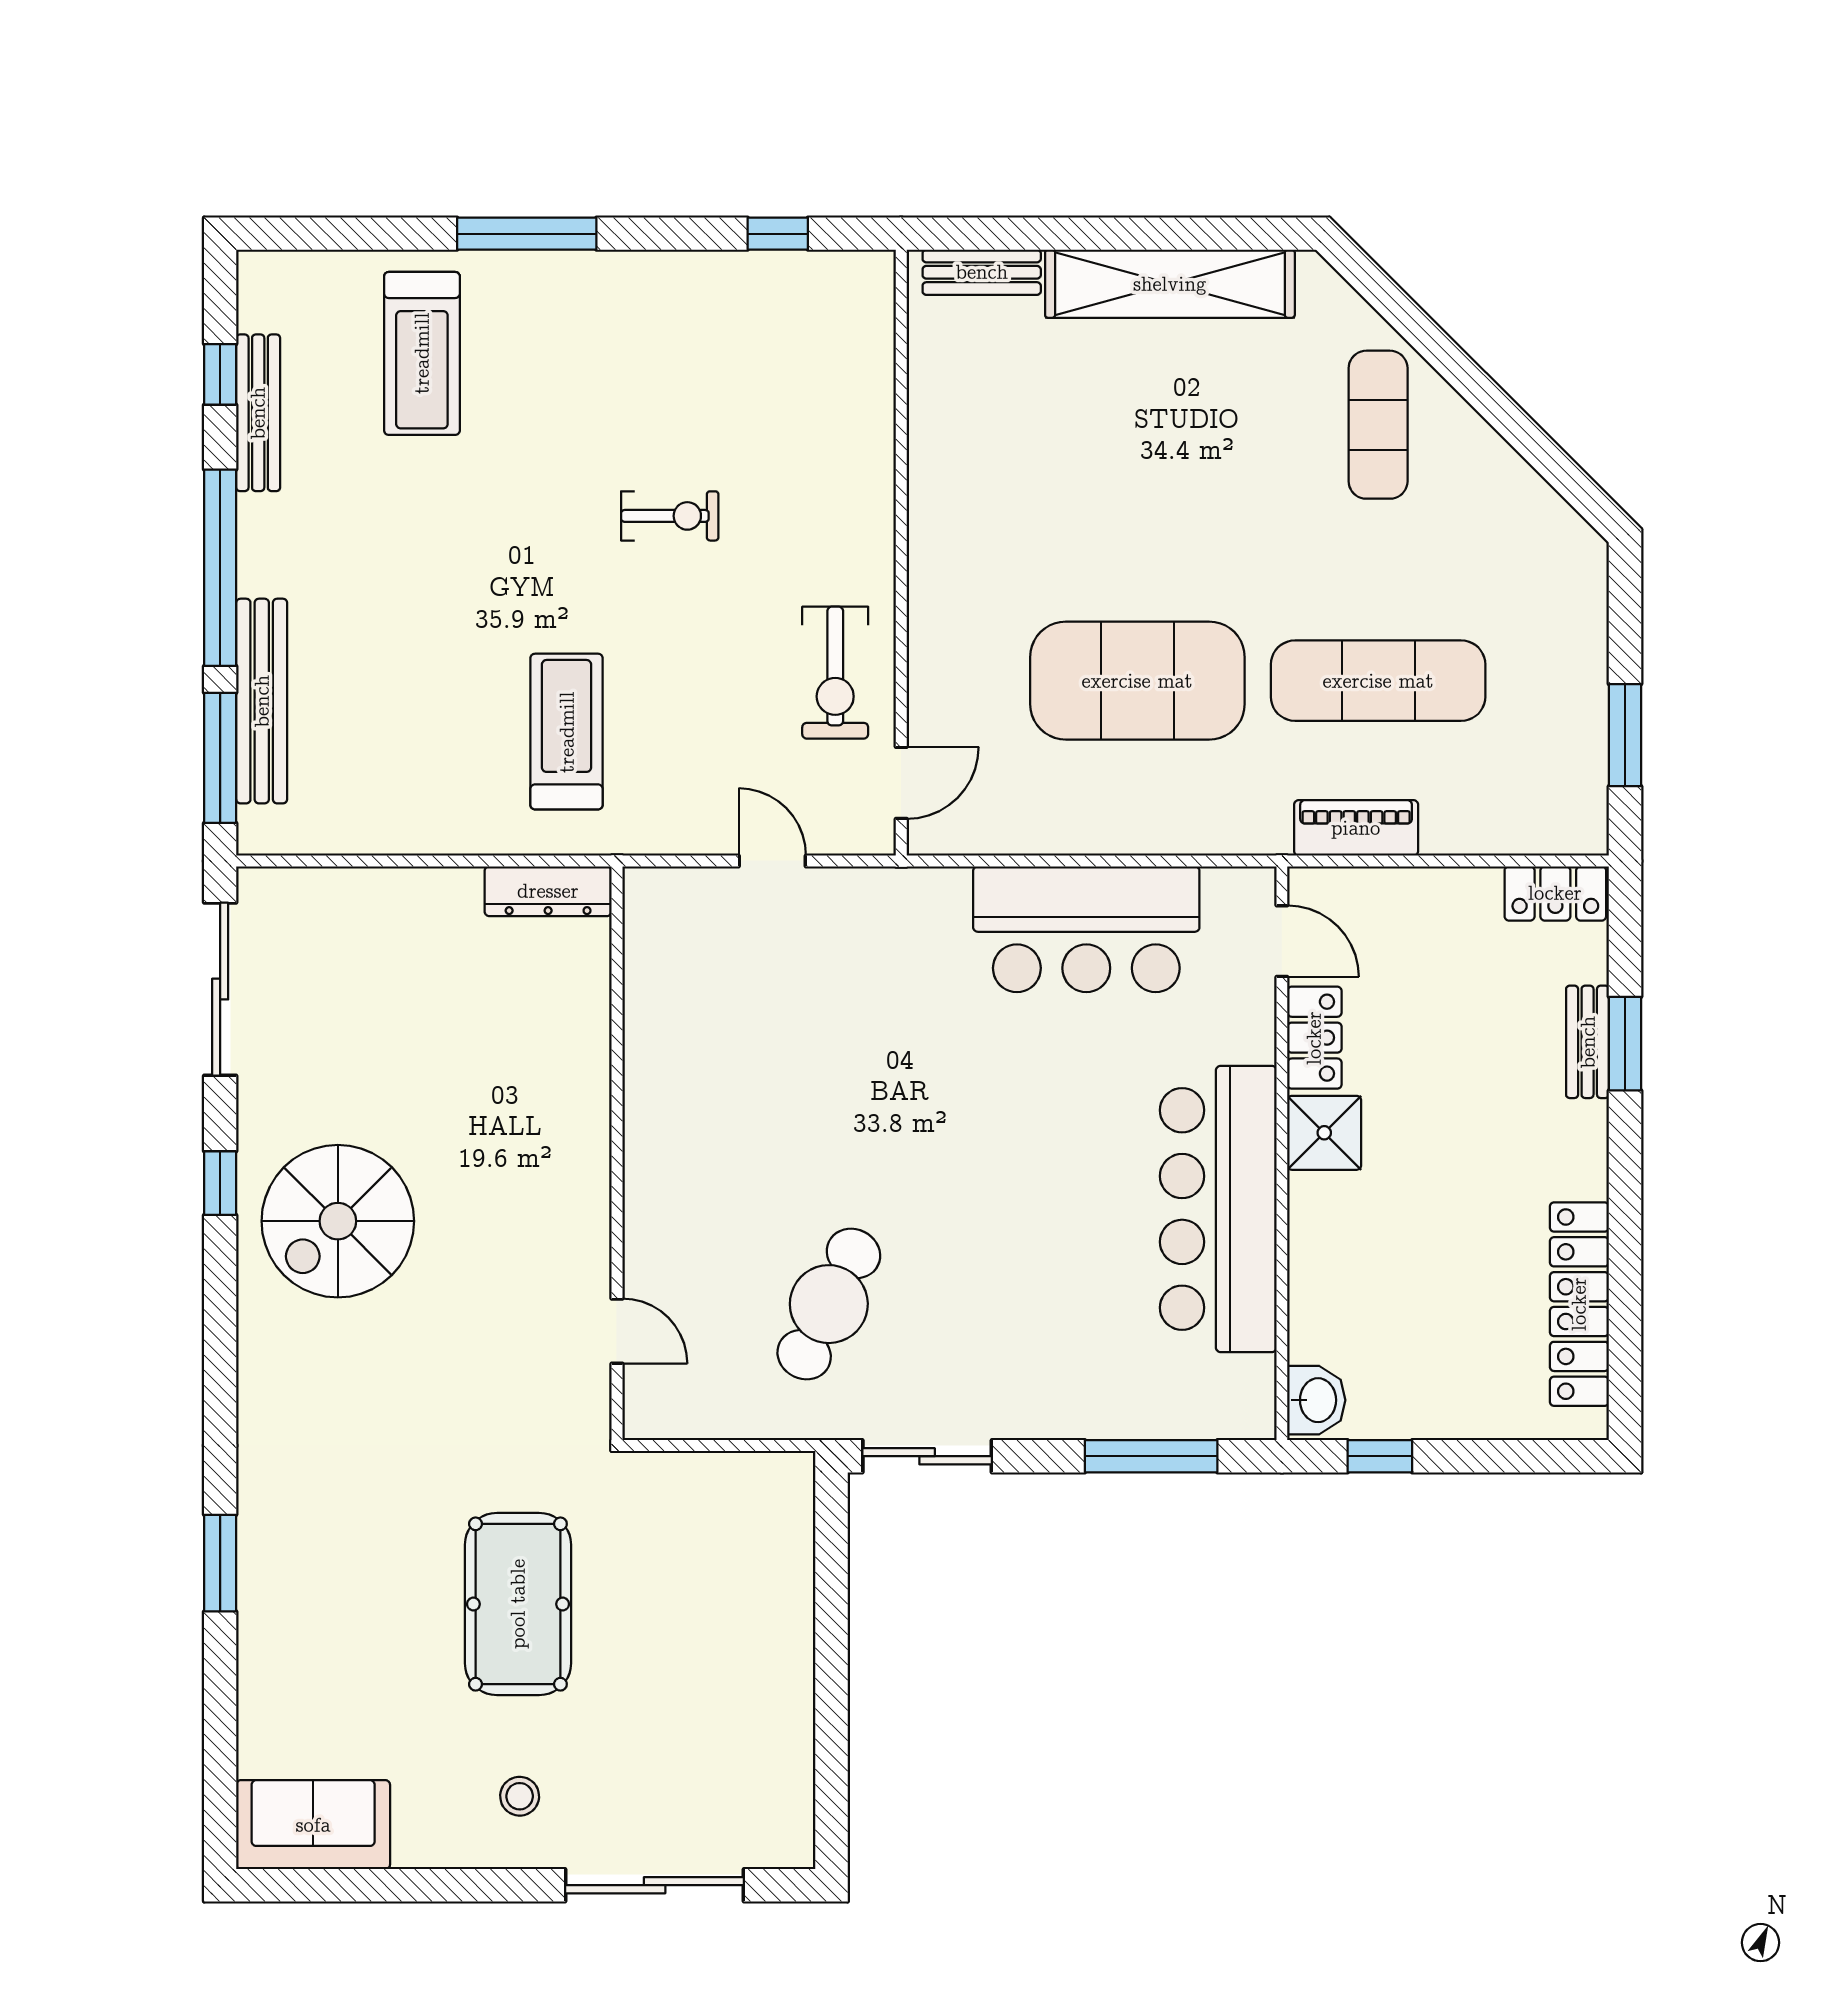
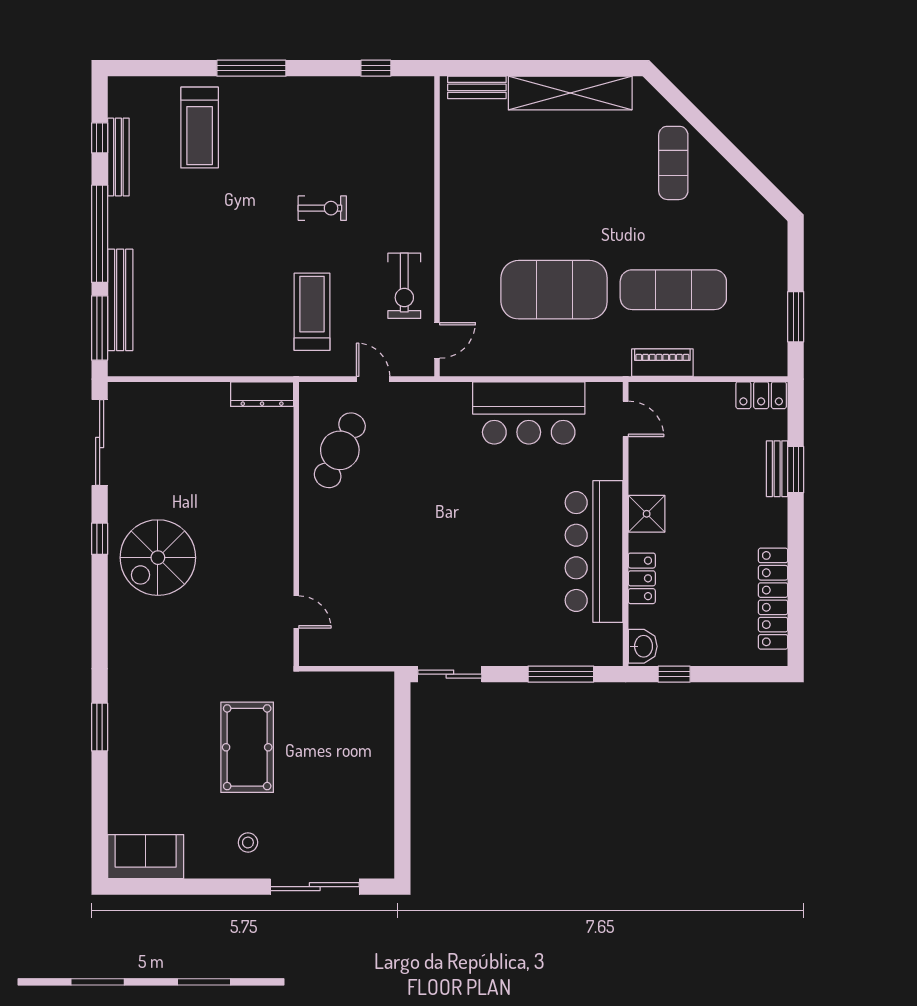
treadmill: (567, 732) -> (312, 312), moved
locker: (1314, 1038) -> (642, 578), moved
cafe table: (829, 1304) -> (340, 450), moved

